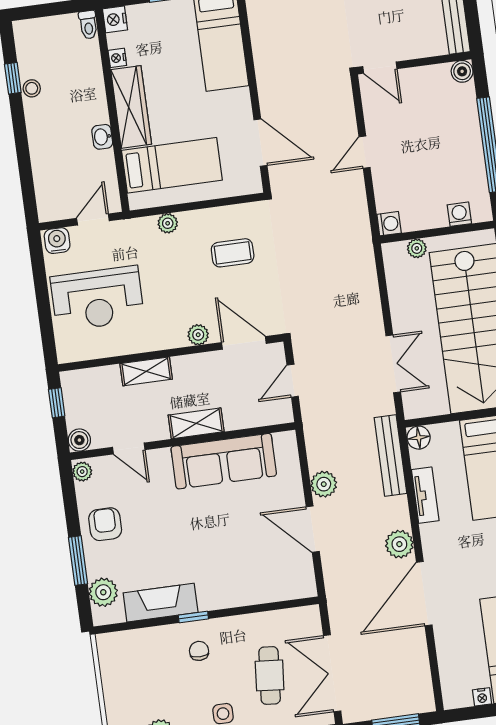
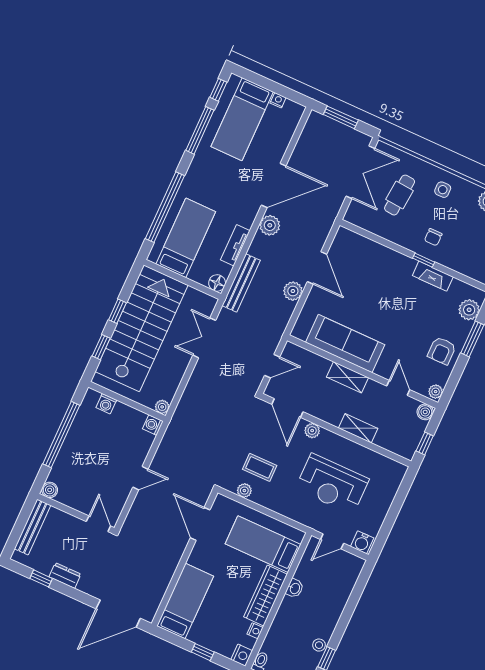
plant: (168, 223) -> (244, 491), moved
plant: (417, 248) -> (162, 407), moved
reception desk: (97, 298) -> (332, 484), moved, turned 180
fireplace: (161, 603) -> (433, 276), width x0.73, depth x0.76

